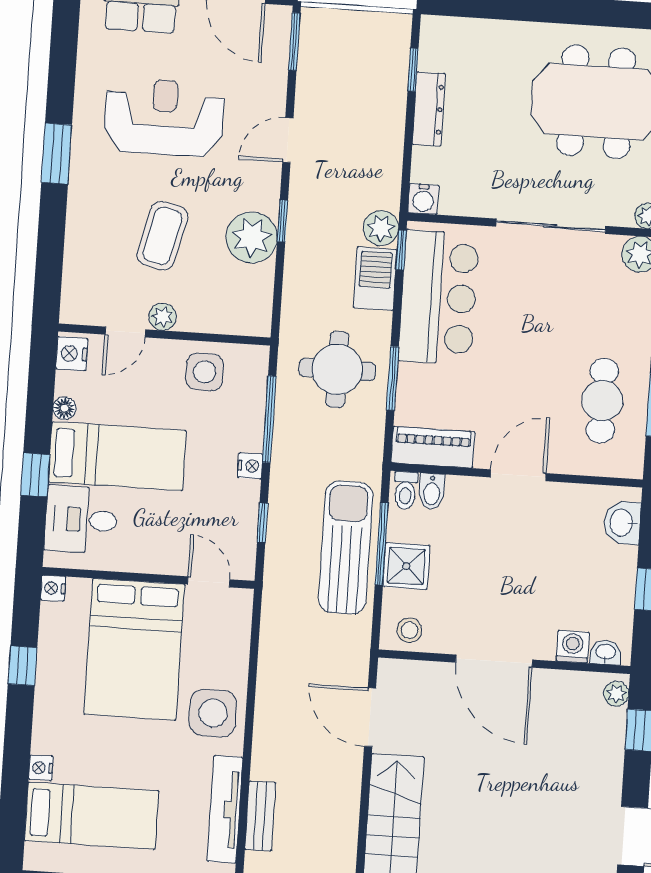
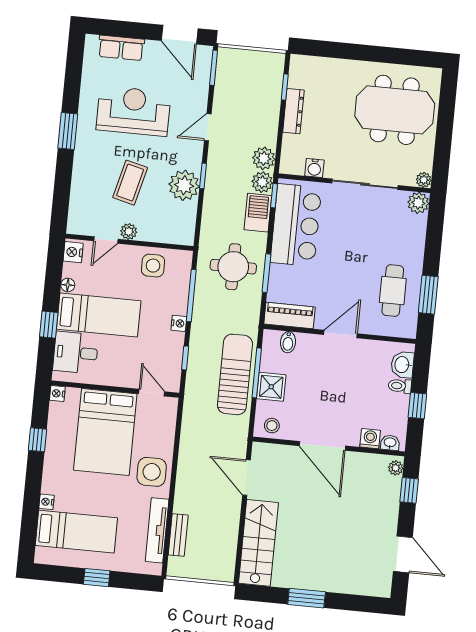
plant: (382, 189) -> (264, 158), added
water cooler: (423, 199) -> (314, 168), moved
toilet: (405, 491) -> (400, 386), moved, turned 90

